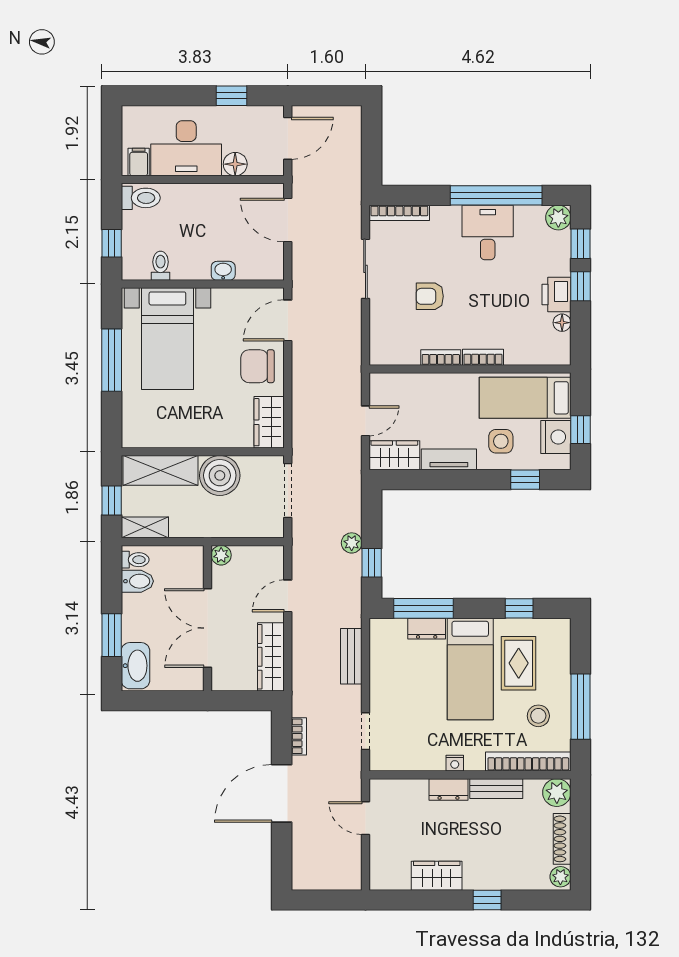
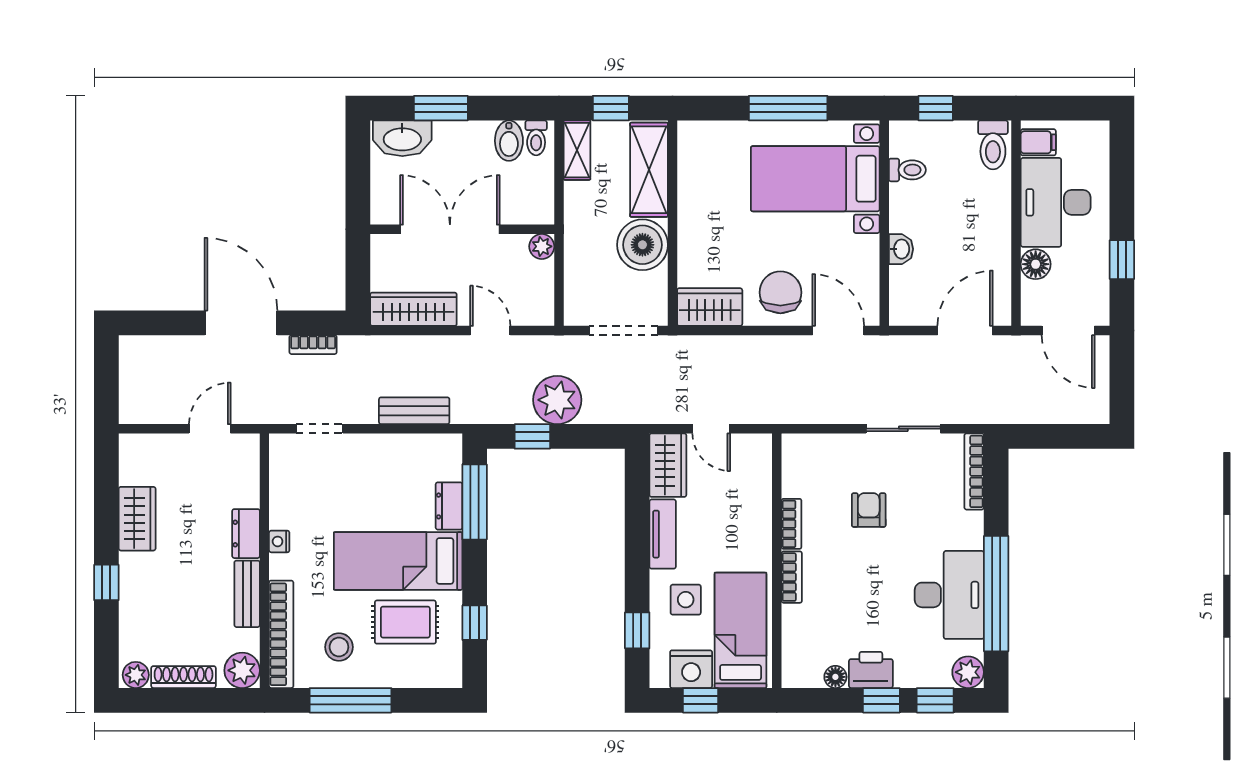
desk: (488, 232) -> (949, 595), width x1.37
plant: (352, 543) -> (557, 400), width x1.88, depth x1.88

